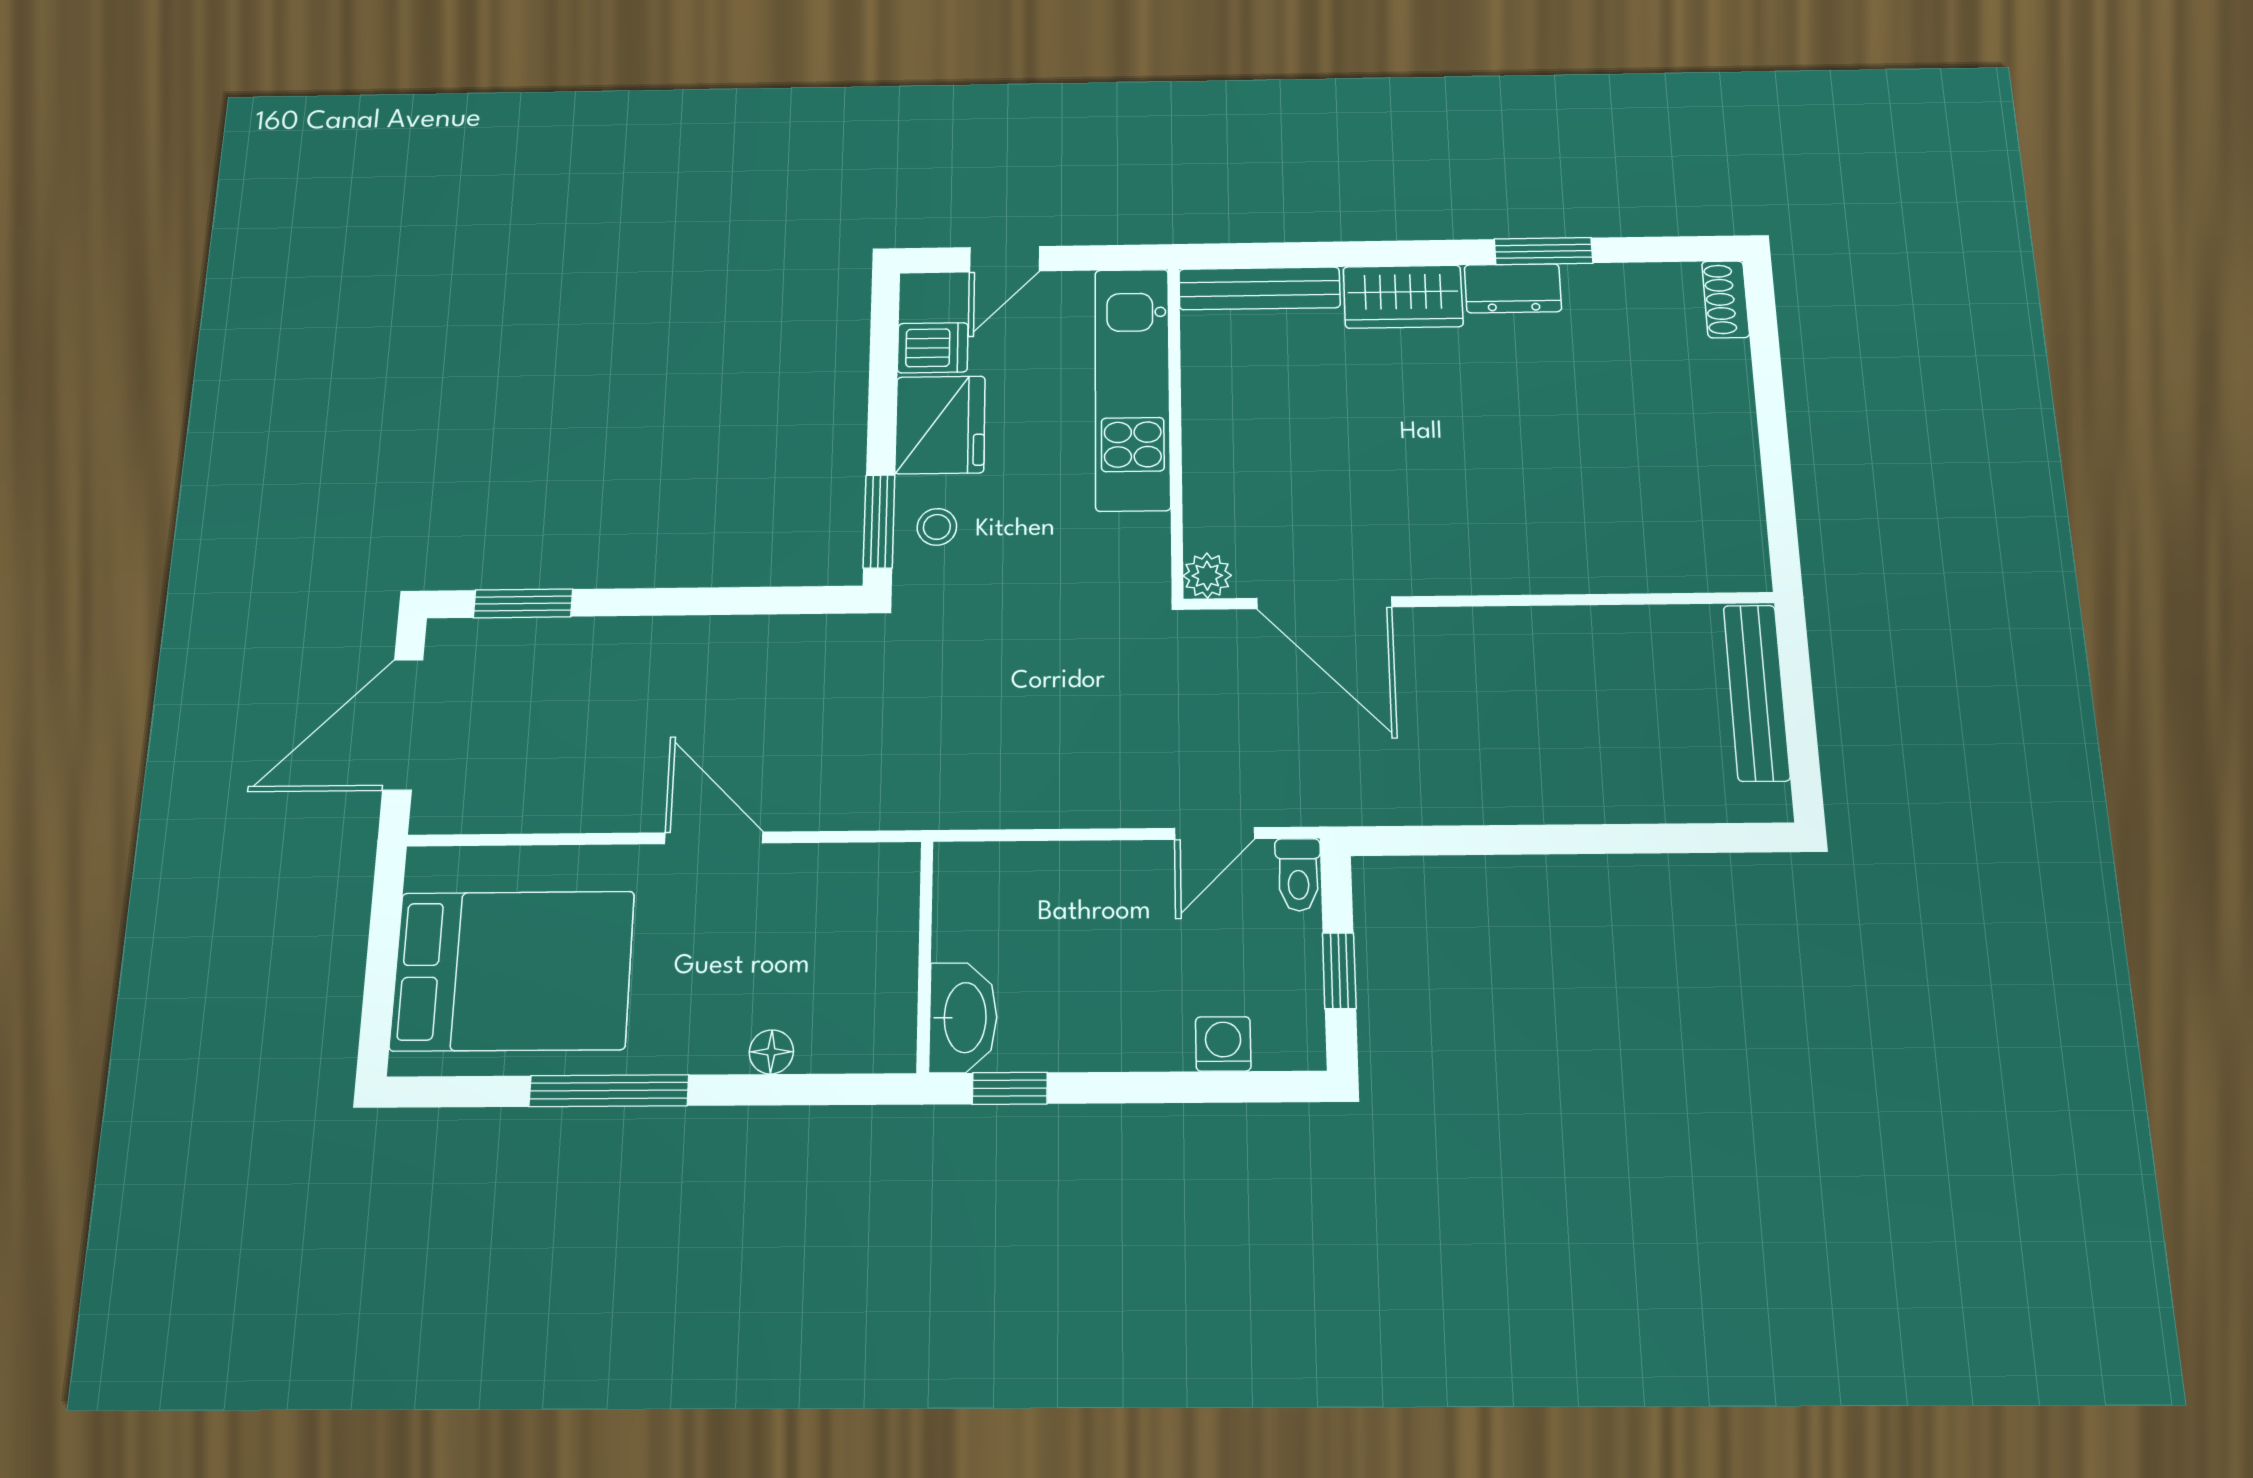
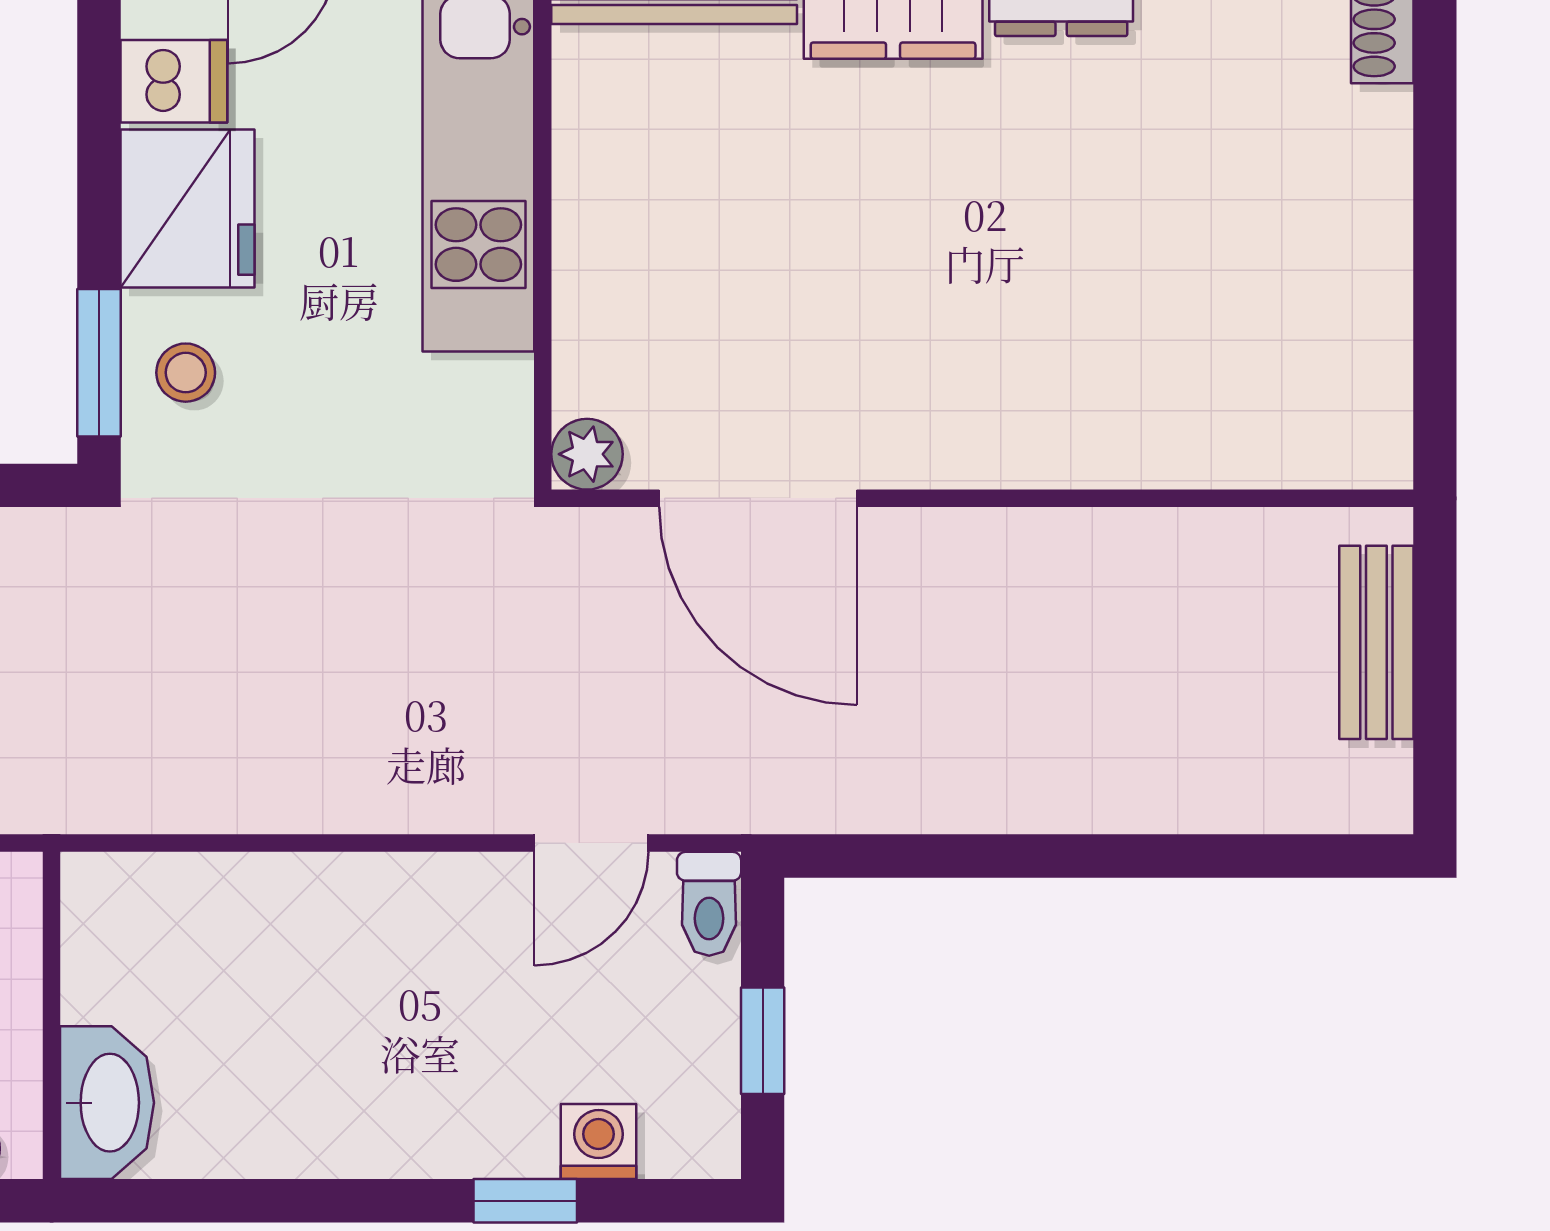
bench: (1757, 693) -> (1376, 642), width x0.73
wall: (925, 956) -> (52, 1015), moved
washbasin: (963, 1018) -> (107, 1103), moved
window: (1010, 1088) -> (525, 1201), moved

